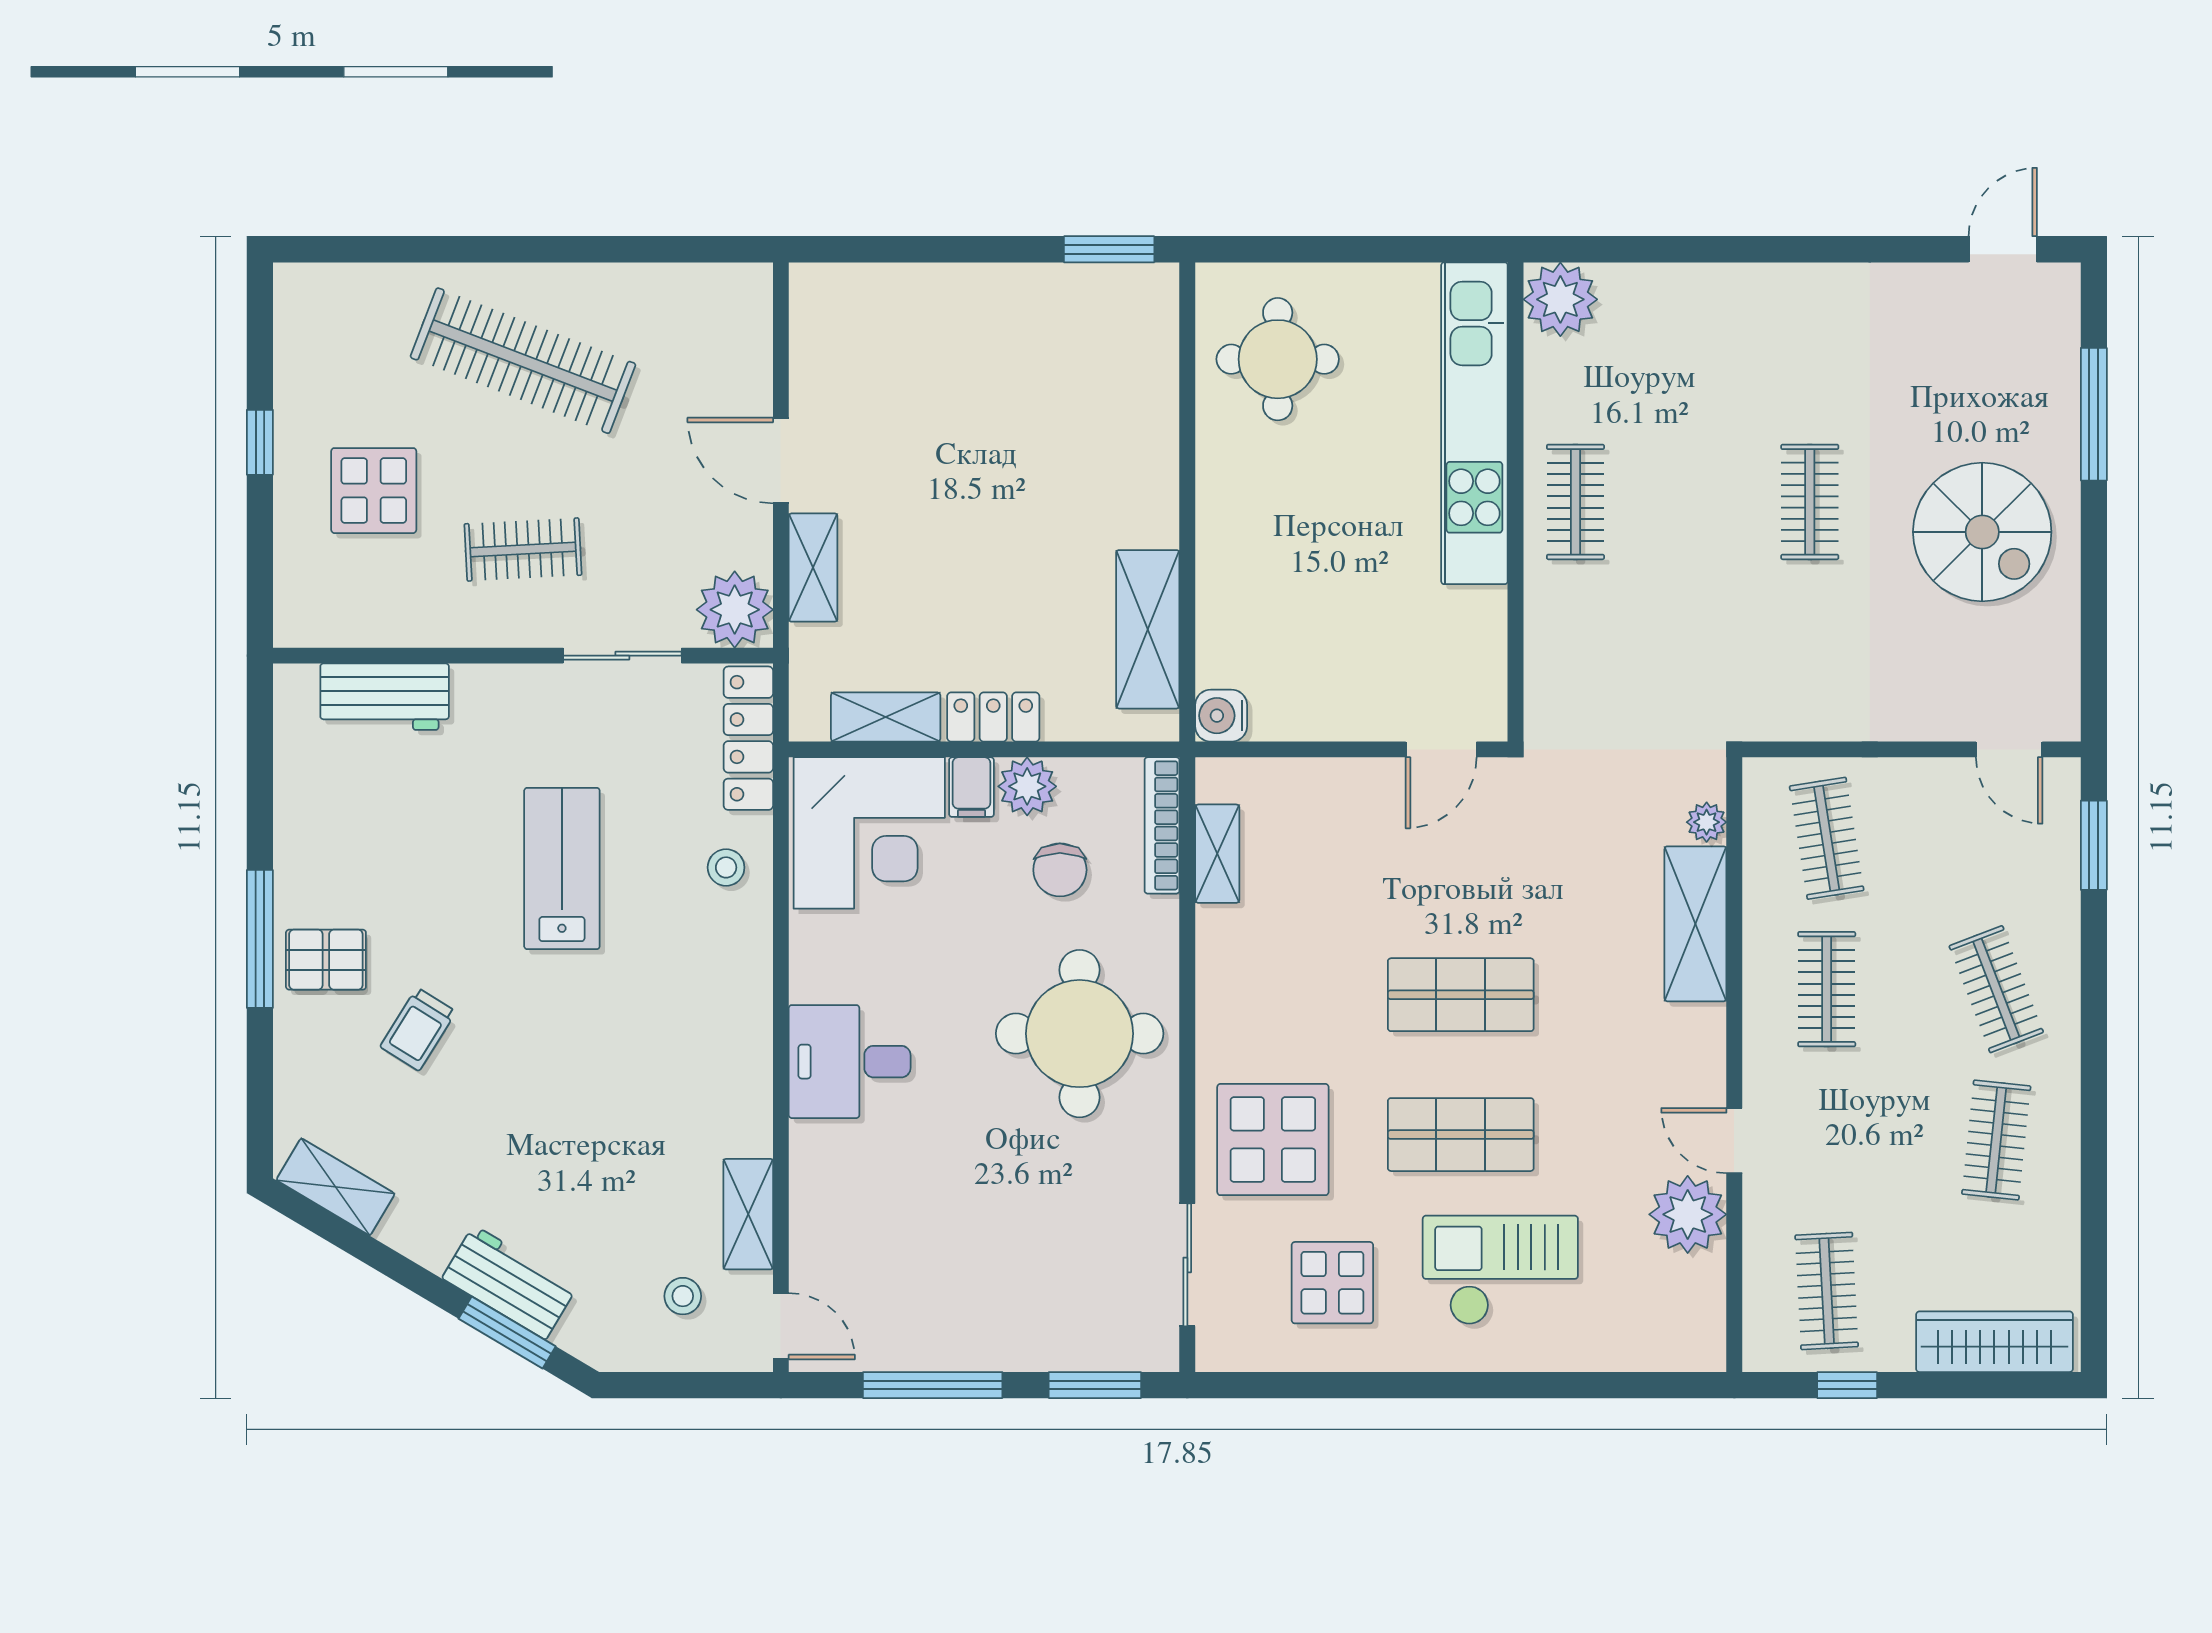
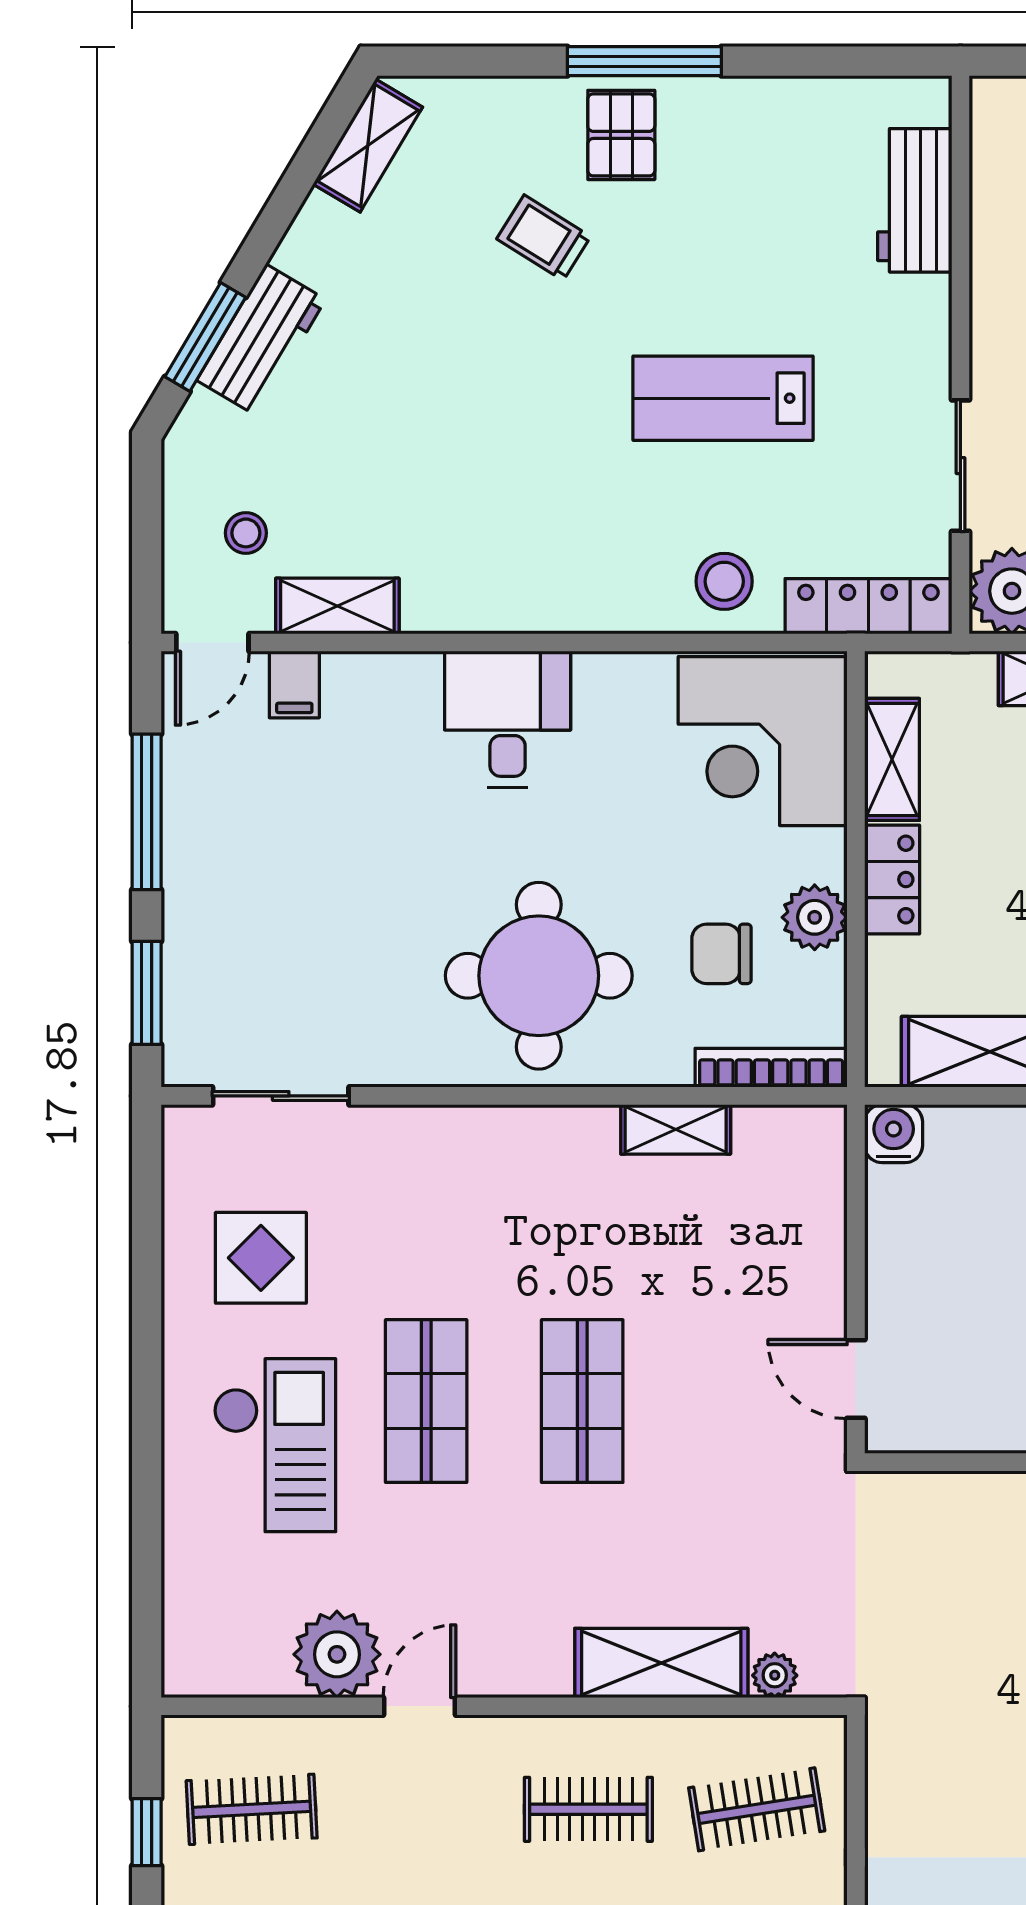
filing cabinet: (971, 787) -> (294, 685), moved, turned -90
shelving: (1217, 854) -> (676, 1129), moved
stool: (726, 867) -> (724, 581), width x1.37, depth x1.37
lab bench: (562, 869) -> (723, 398), turned 180
display table: (1273, 1140) -> (421, 1191), removed

